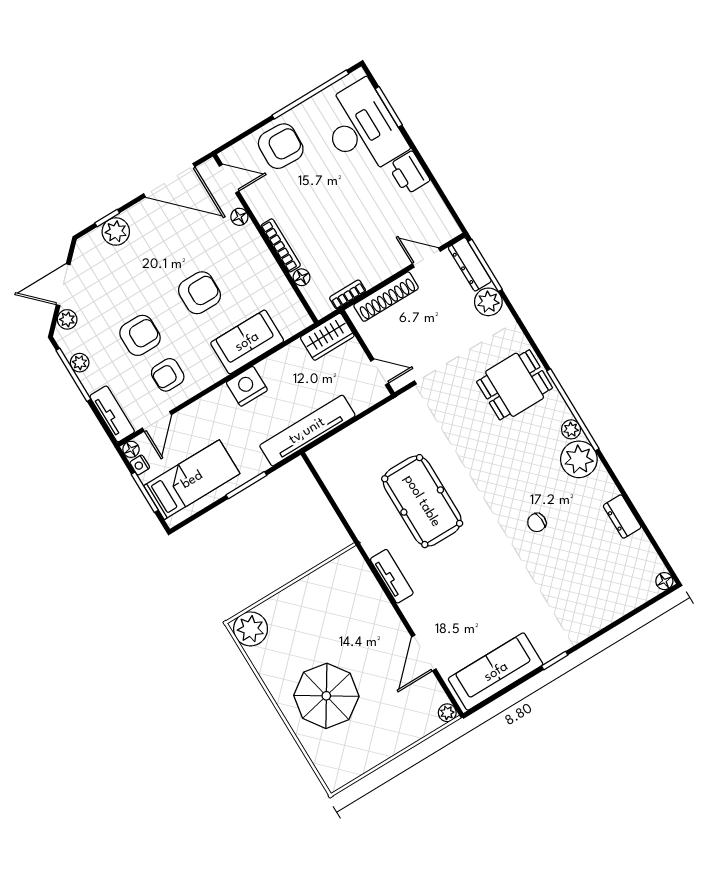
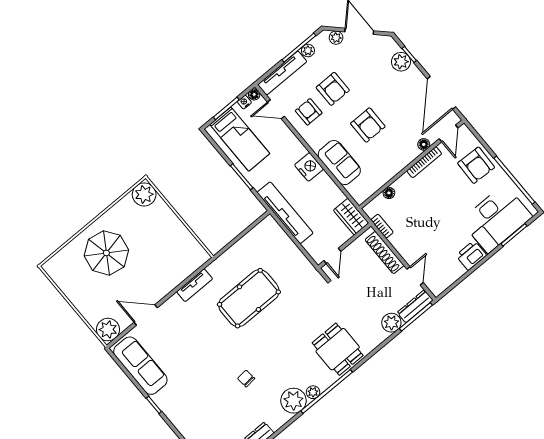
bookcase: (281, 245) -> (424, 162), moved
tv unit: (112, 414) -> (282, 73), width x1.41
plant: (447, 713) -> (108, 330), width x1.88, depth x1.88

